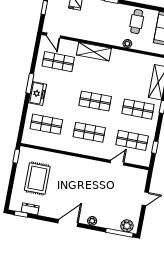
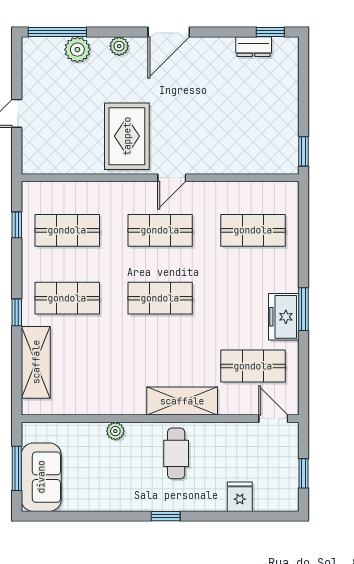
cafe table: (137, 22) -> (176, 453), moved
freezer: (38, 94) -> (284, 317), moved
door: (117, 163) -> (172, 178), moved
rug: (37, 178) -> (127, 136), moved
plant: (127, 226) -> (77, 50), moved

